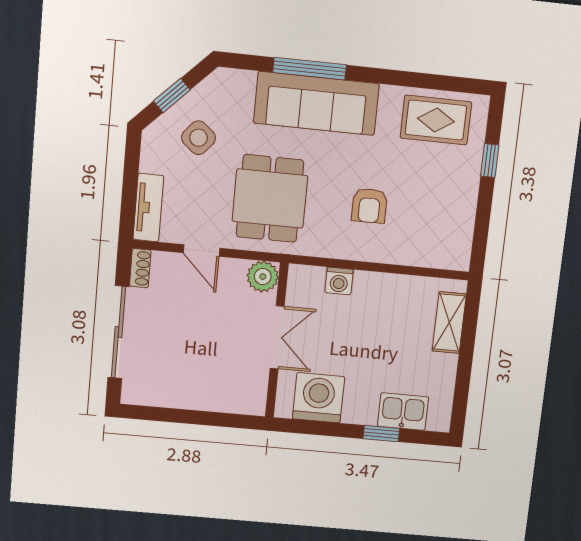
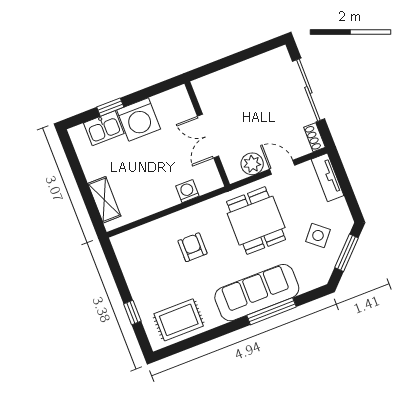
window: (172, 95) -> (346, 253), width x1.50
plant: (263, 277) -> (252, 164), moved
washing machine: (318, 398) -> (139, 120), moved

